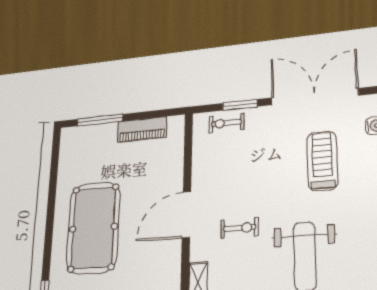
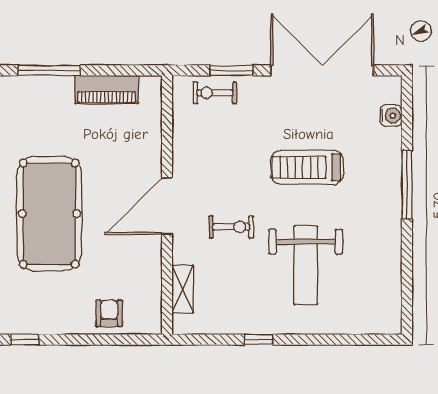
treadmill: (322, 161) -> (307, 167), moved, turned -90

